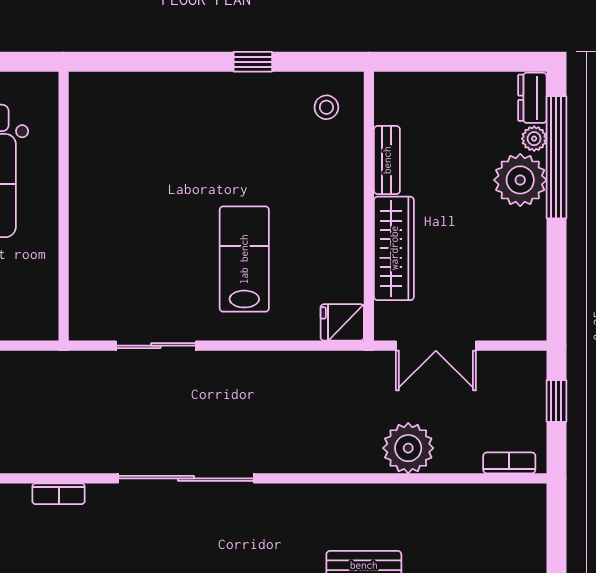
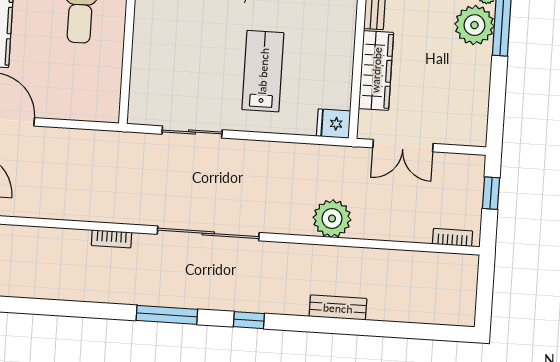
plant: (408, 448) -> (332, 219), moved

